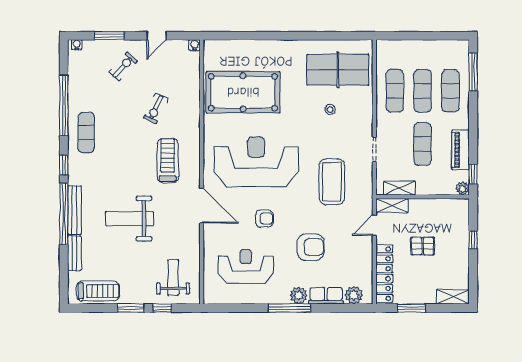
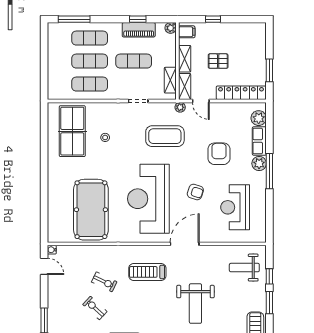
door: (157, 36) -> (44, 266), moved
exercise bike: (123, 66) -> (95, 308), moved
window: (473, 174) -> (138, 19), moved
plant: (367, 200) -> (180, 107), added
filing cabinet: (458, 208) -> (187, 32), added
armchair: (264, 219) -> (195, 192), turned 108
pallet: (423, 246) -> (218, 61), turned 90
shelving: (453, 297) -> (185, 59), moved

